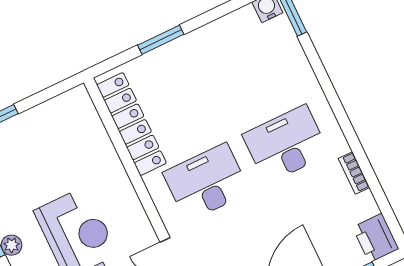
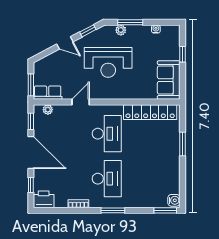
window: (337, 107) -> (113, 210), added
sofa: (59, 118) -> (169, 80), added

